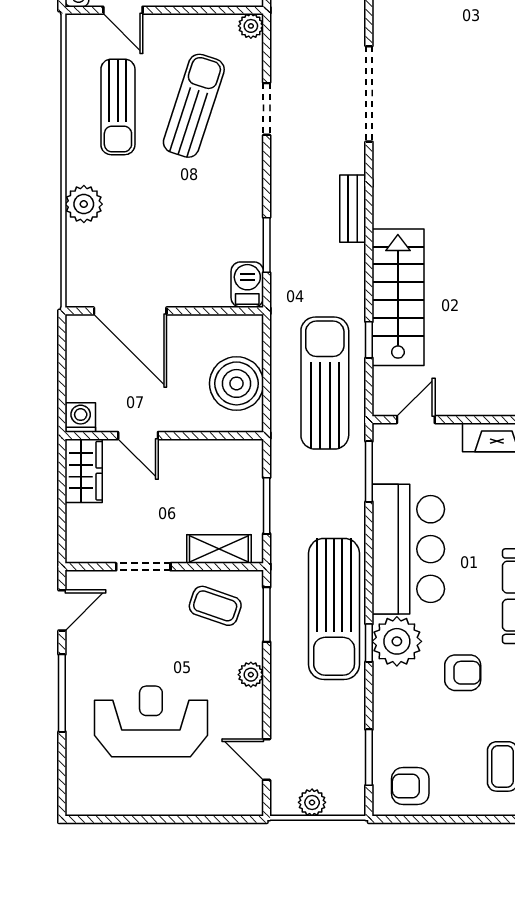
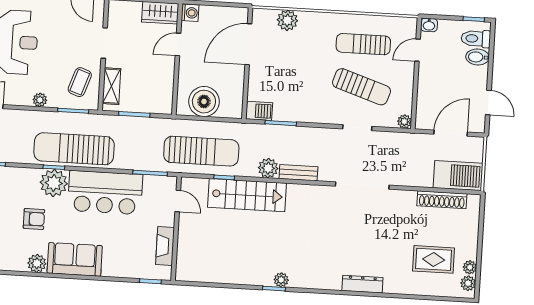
plant: (84, 204) -> (287, 20), moved
plant: (348, 263) -> (268, 168), added
armchair: (463, 673) -> (34, 219), turned -90

